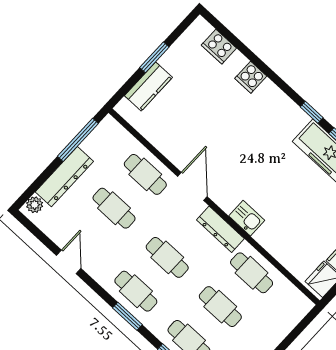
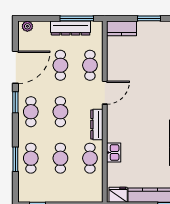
kitchen counter: (148, 86) -> (121, 28), moved
dresser: (64, 177) -> (71, 28), moved
kitchen sink: (247, 218) -> (114, 153), moved
door: (69, 262) -> (15, 67), width x1.87
window: (127, 316) -> (15, 102), moved

